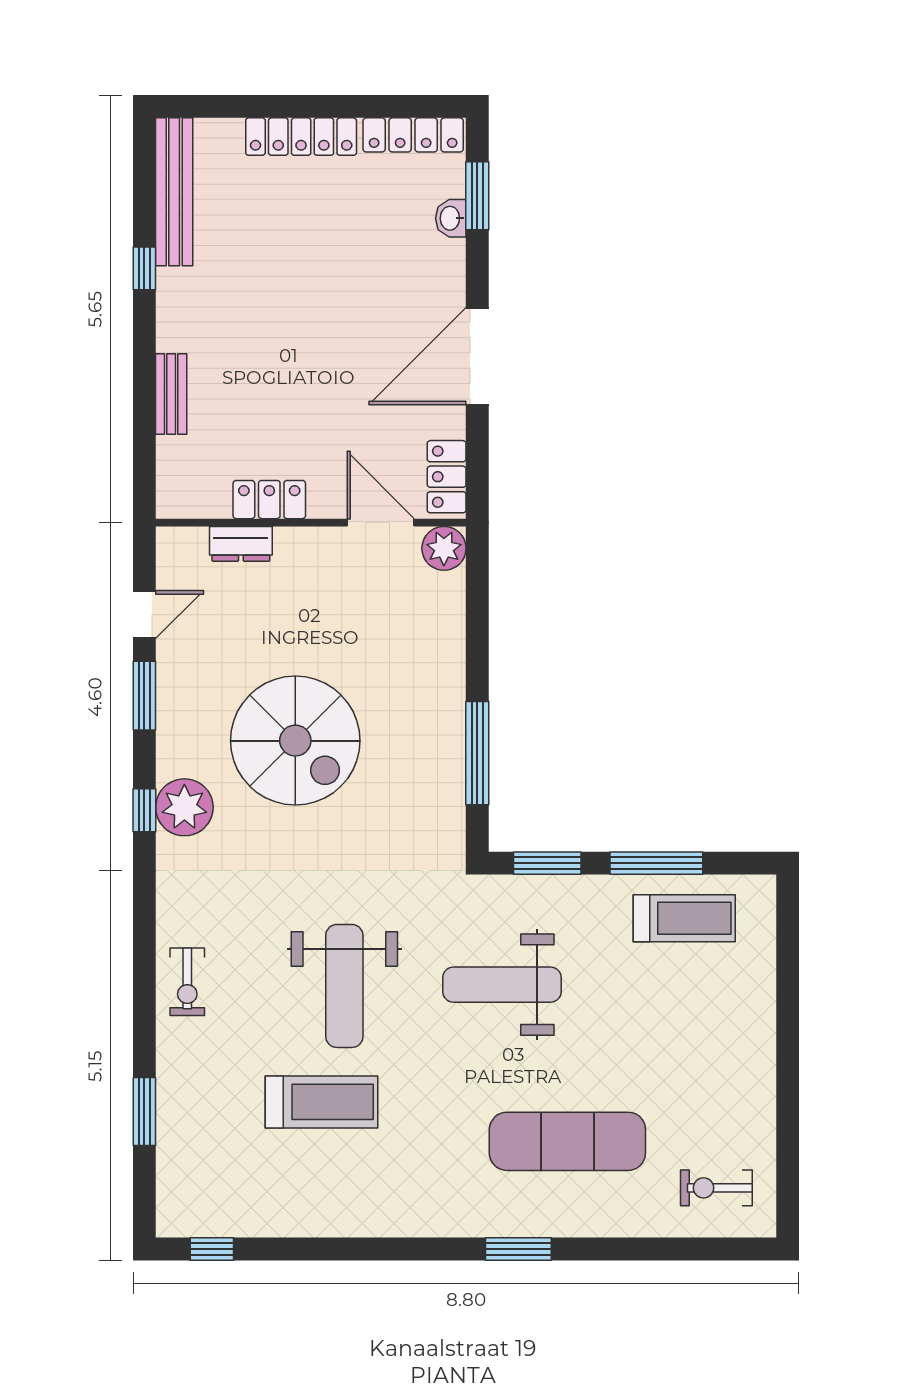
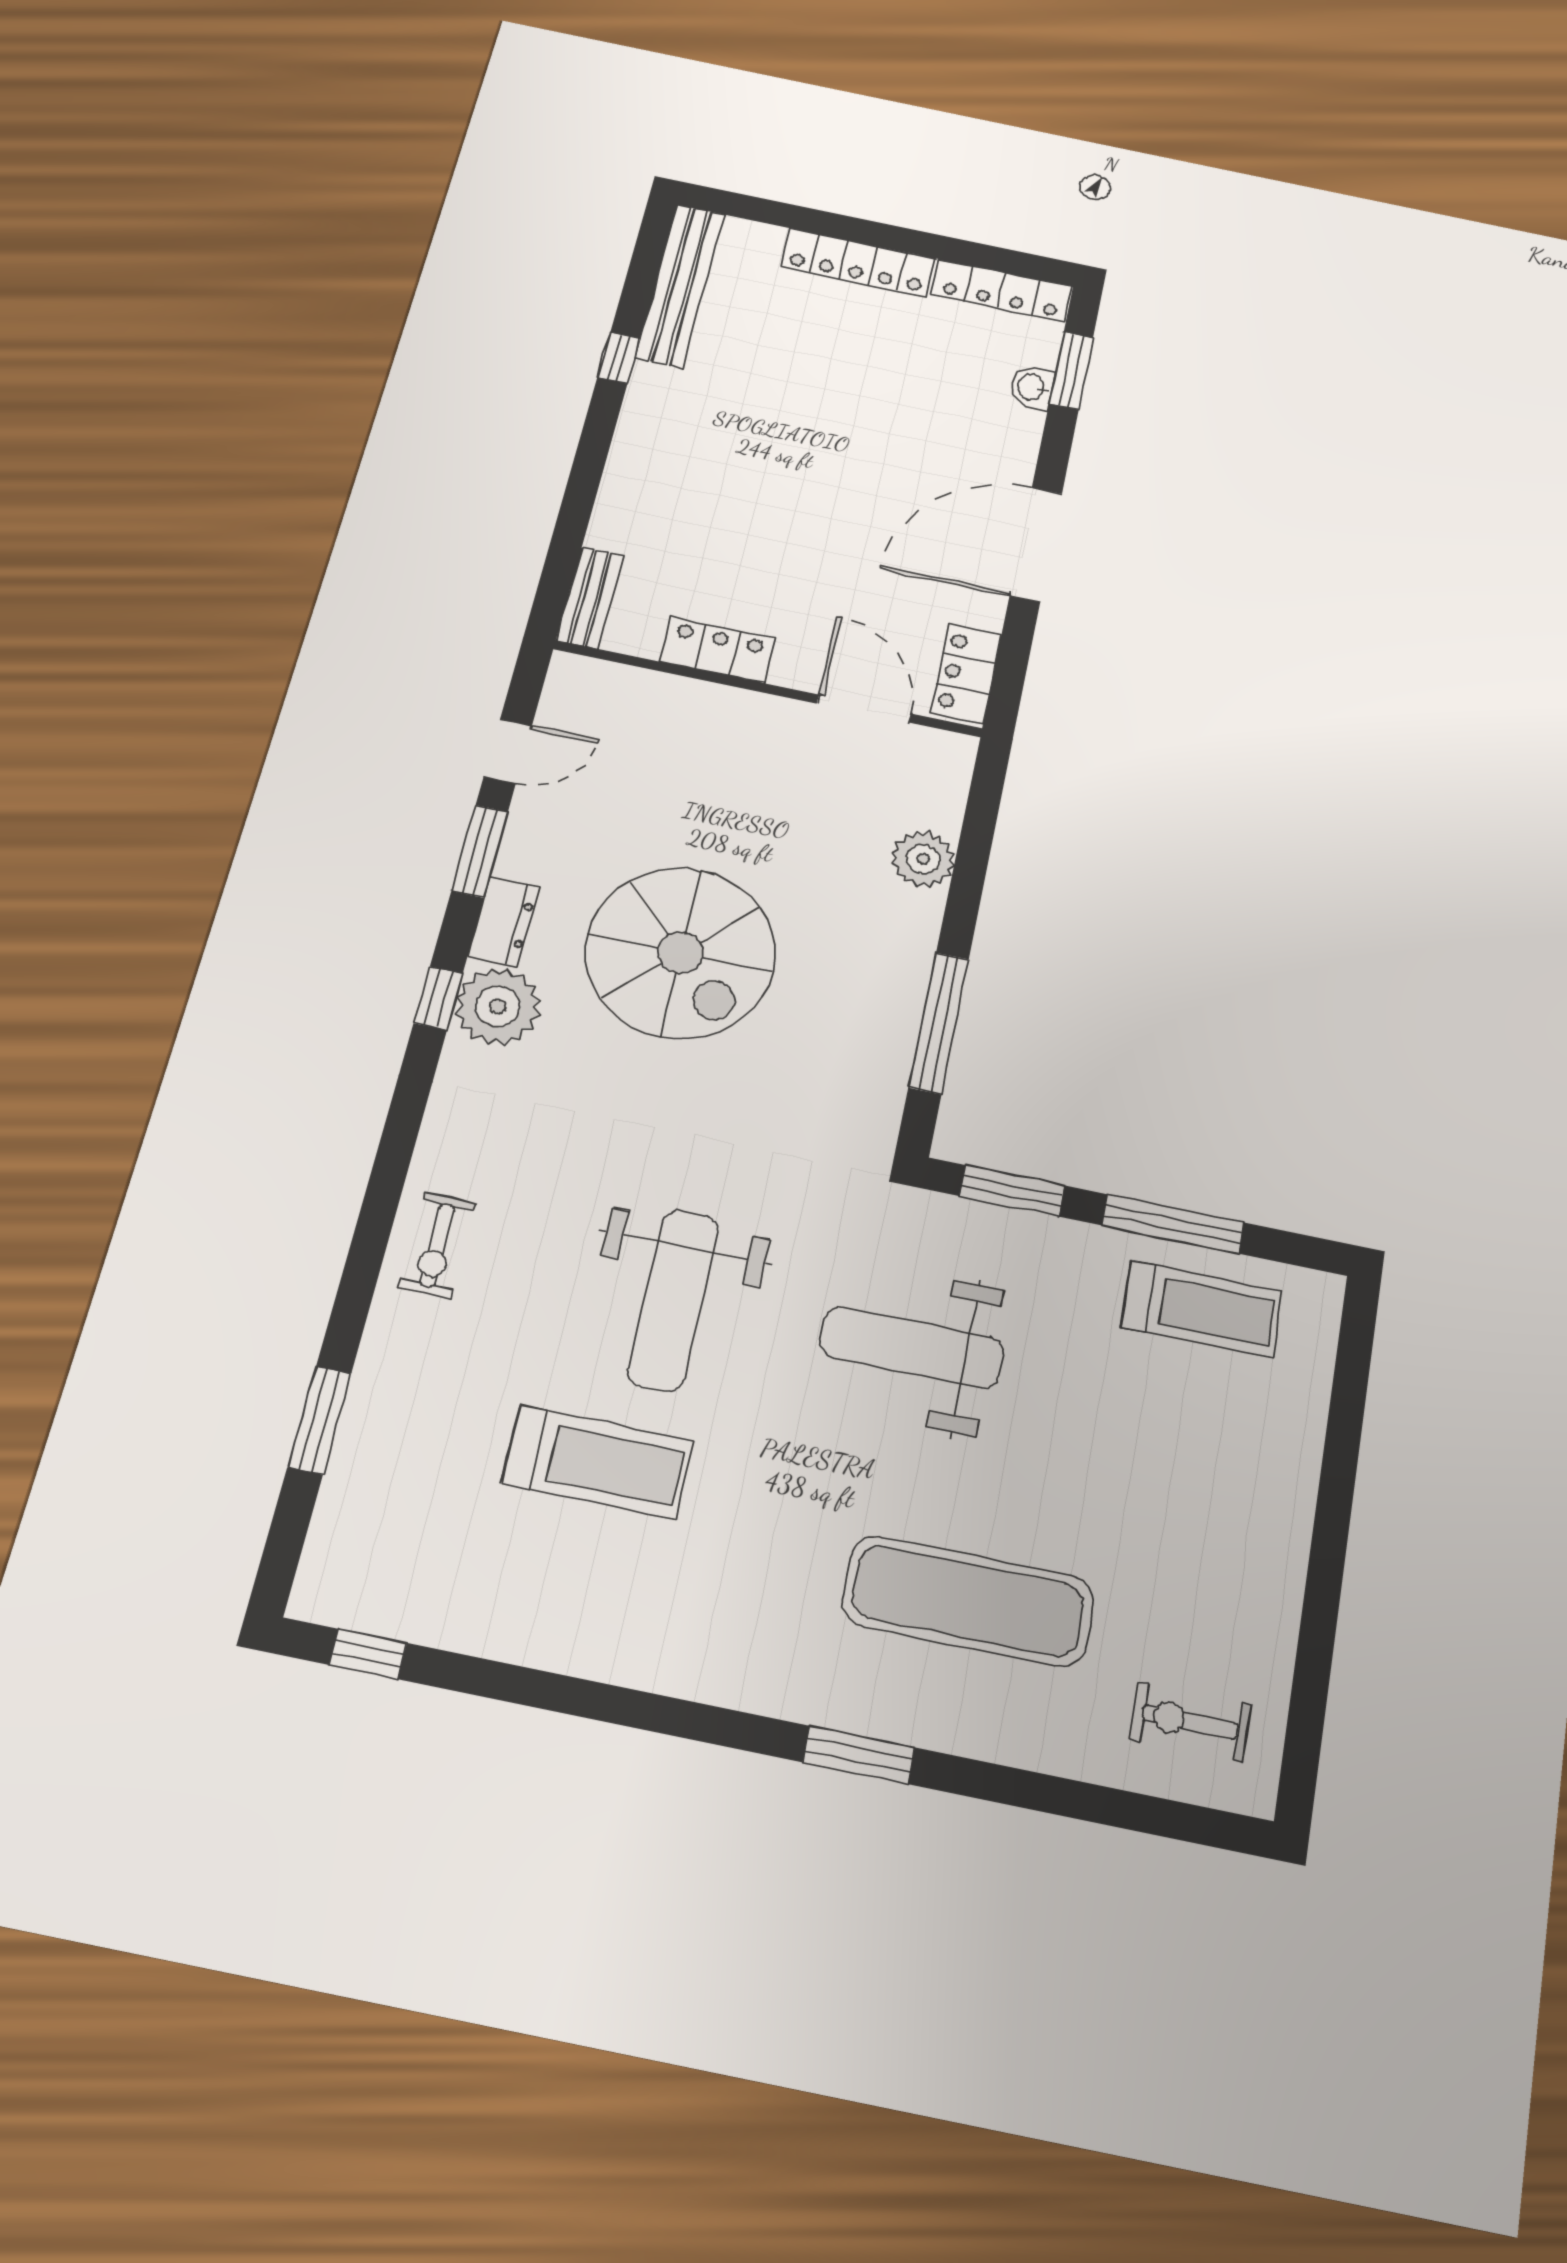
bench: (171, 394) -> (590, 598), moved
dresser: (241, 544) -> (504, 922), moved, turned -90
plant: (444, 548) -> (923, 859), moved

